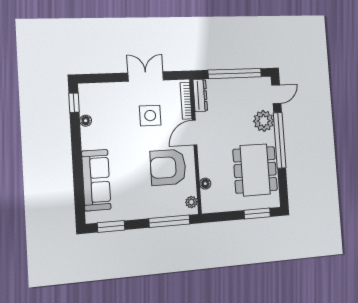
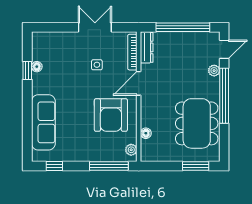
window: (74, 103) -> (27, 71), moved
side table: (150, 116) -> (97, 65), width x0.54, depth x0.54
plant: (264, 121) -> (214, 71), width x0.53, depth x0.53
armchair: (168, 167) -> (111, 115), turned -90
window: (111, 226) -> (54, 166), width x0.67

